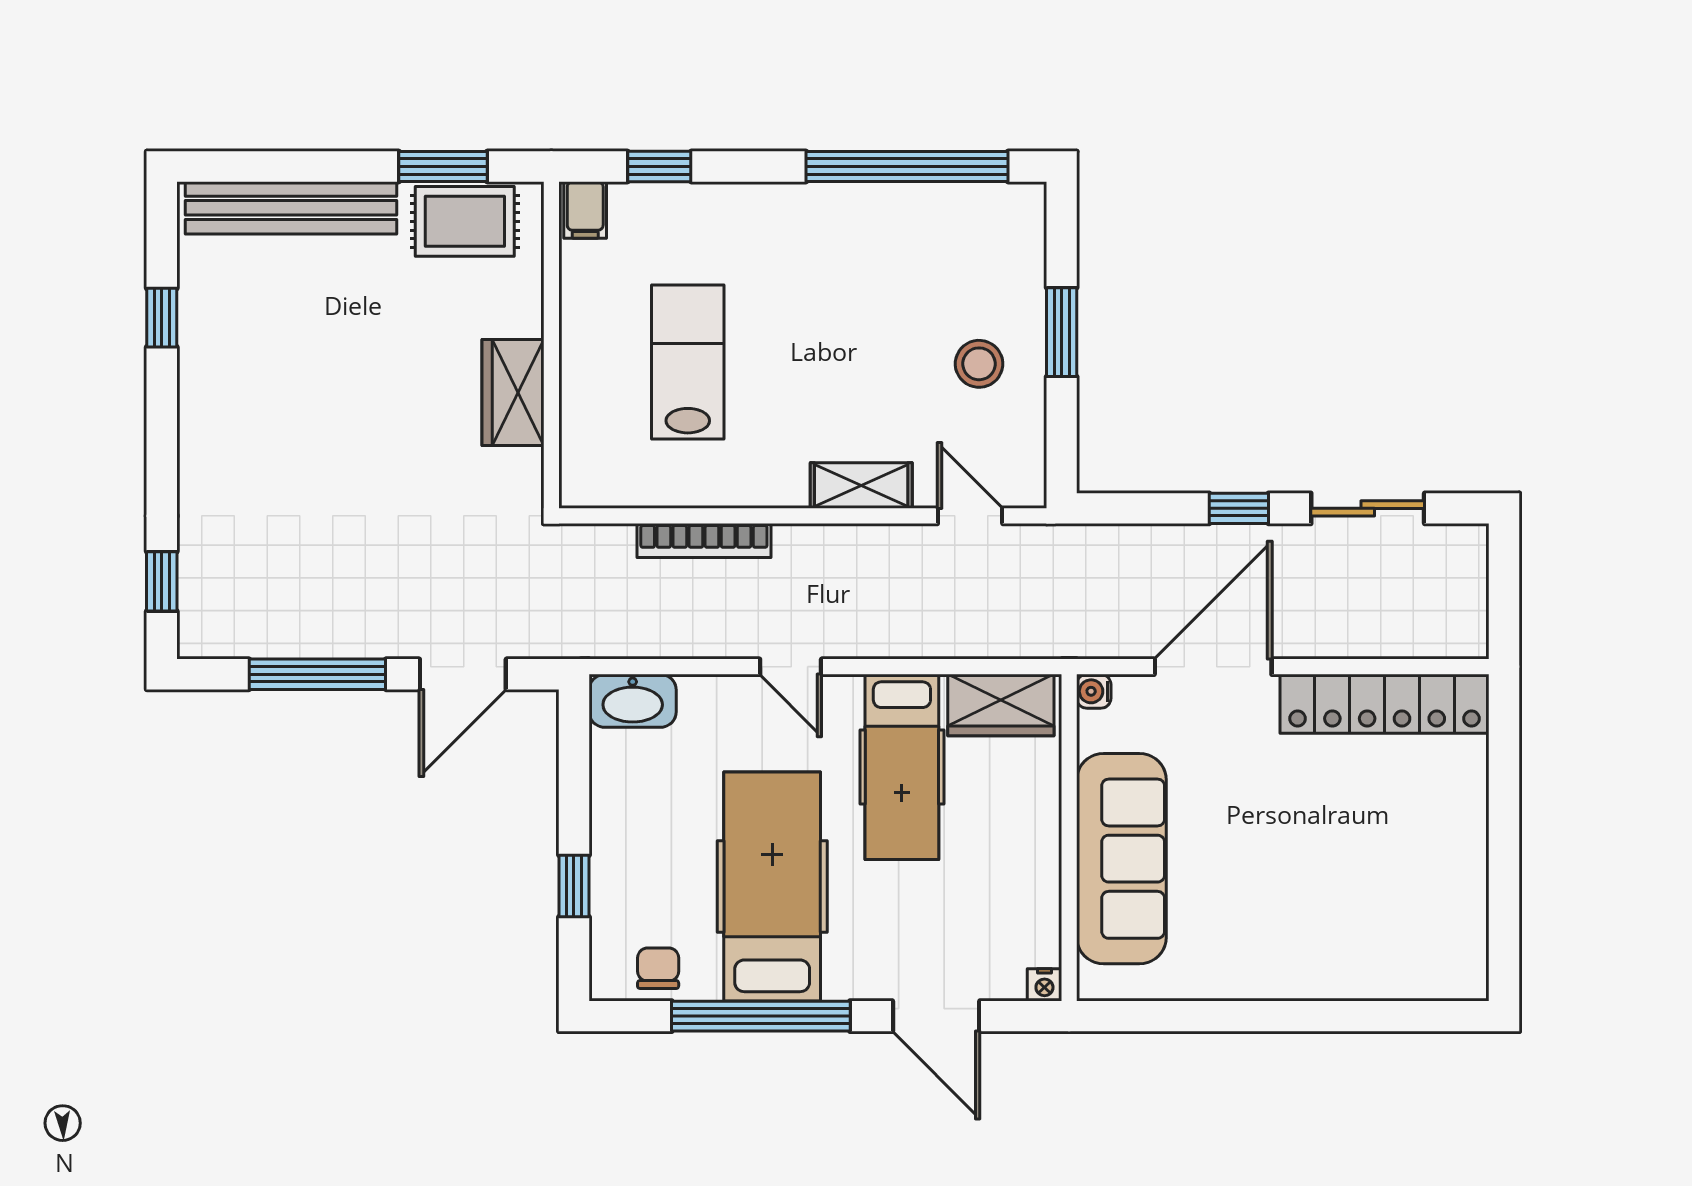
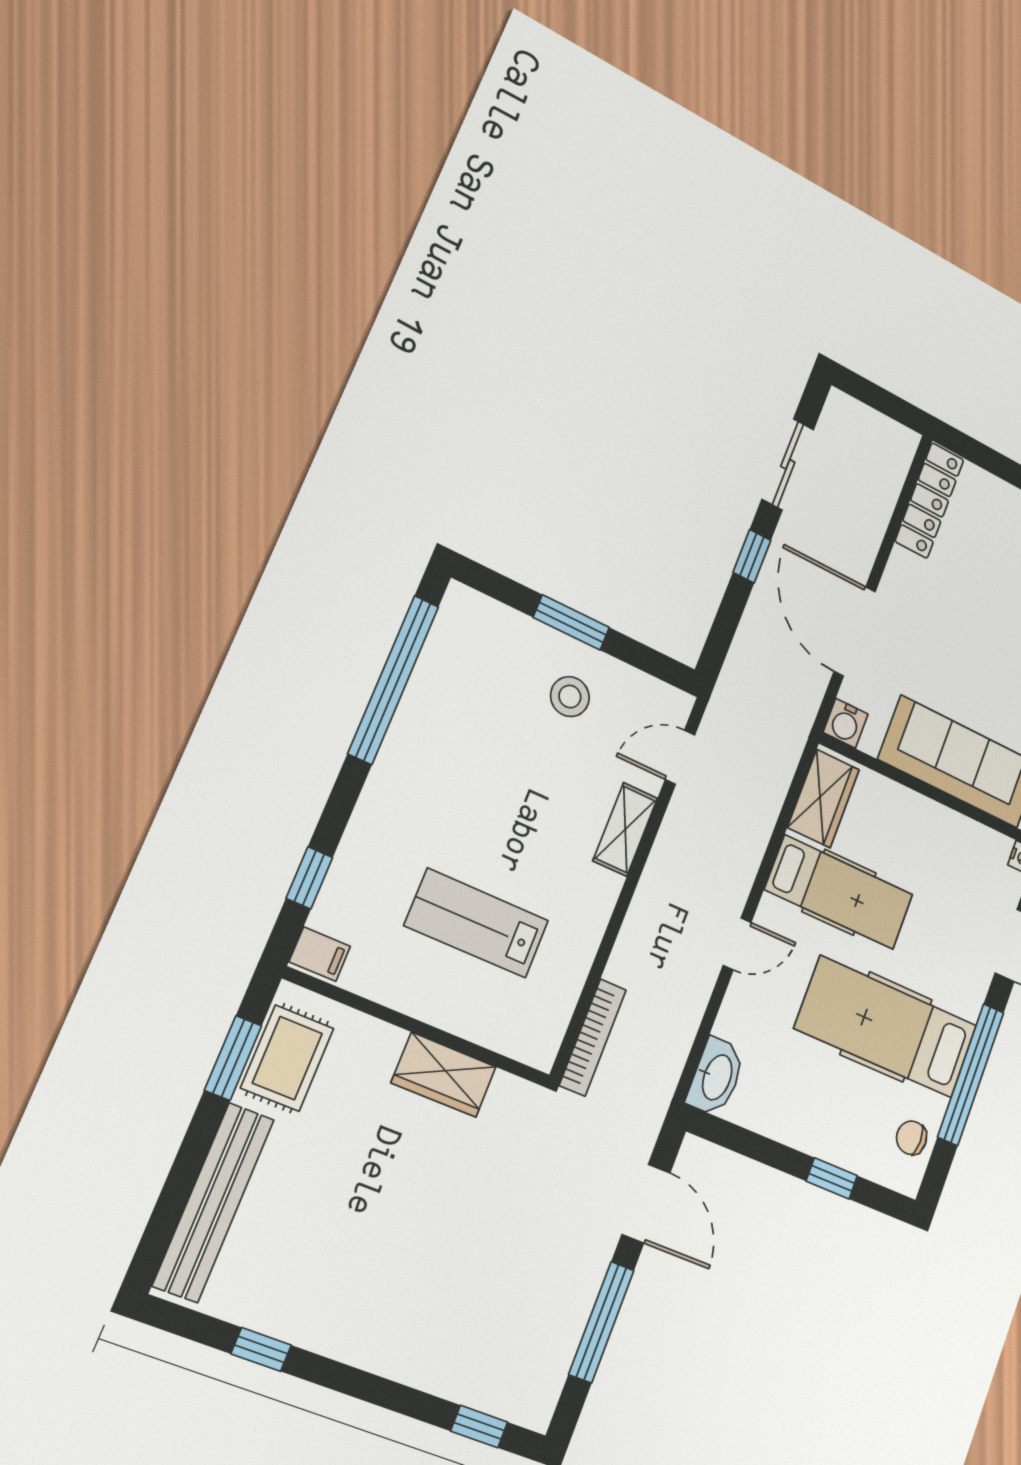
bookcase: (704, 541) -> (593, 1037), moved
water cooler: (1094, 691) -> (846, 723), width x1.38, depth x1.38
locker: (1385, 704) -> (929, 500), width x0.71, depth x0.83

